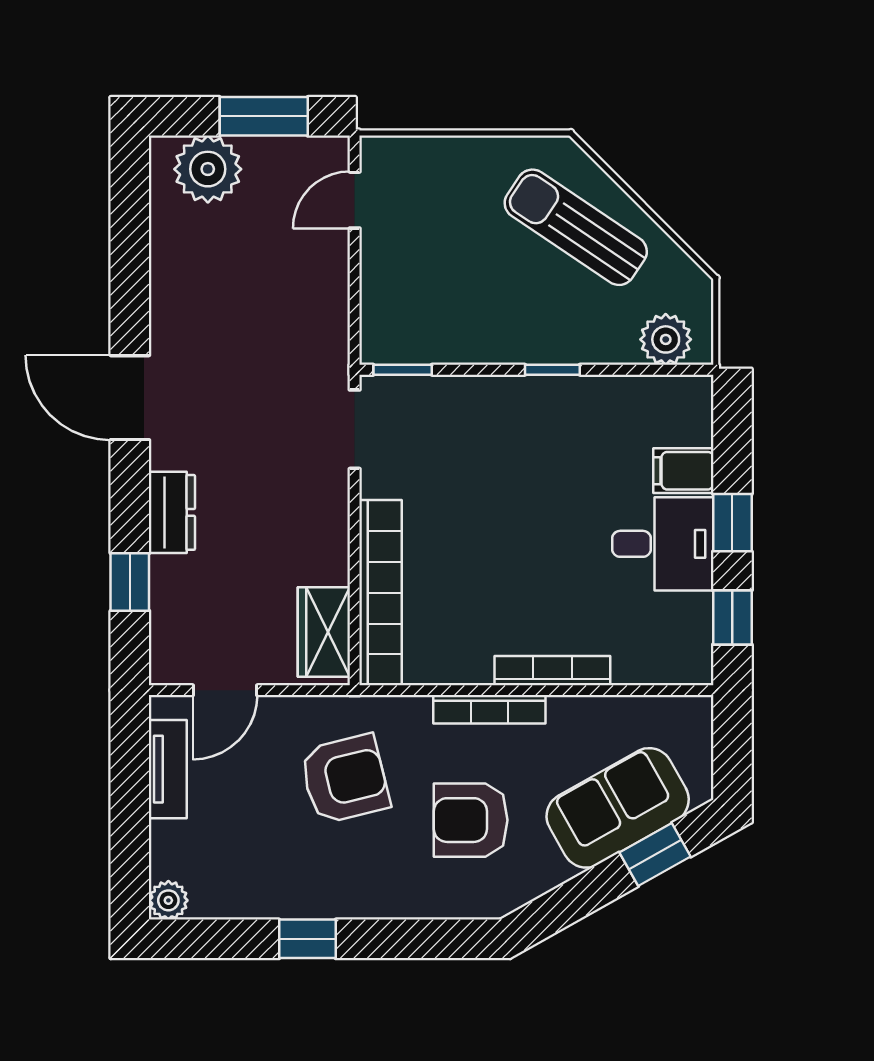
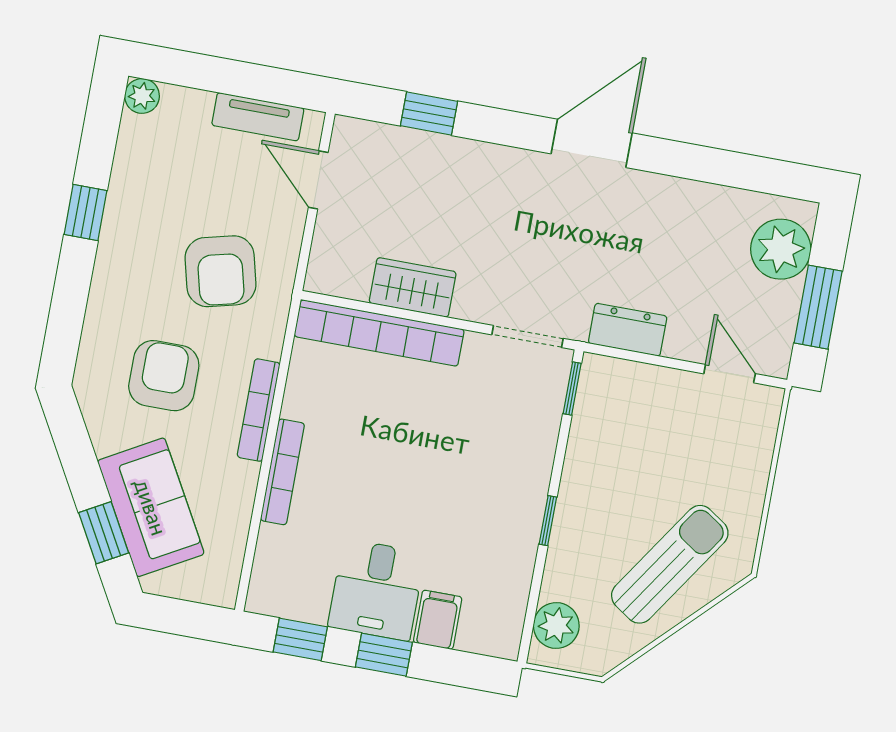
dresser: (172, 512) -> (628, 330), moved, turned 180
wardrobe: (324, 632) -> (413, 287), moved

